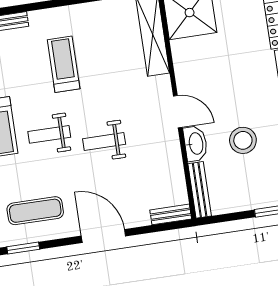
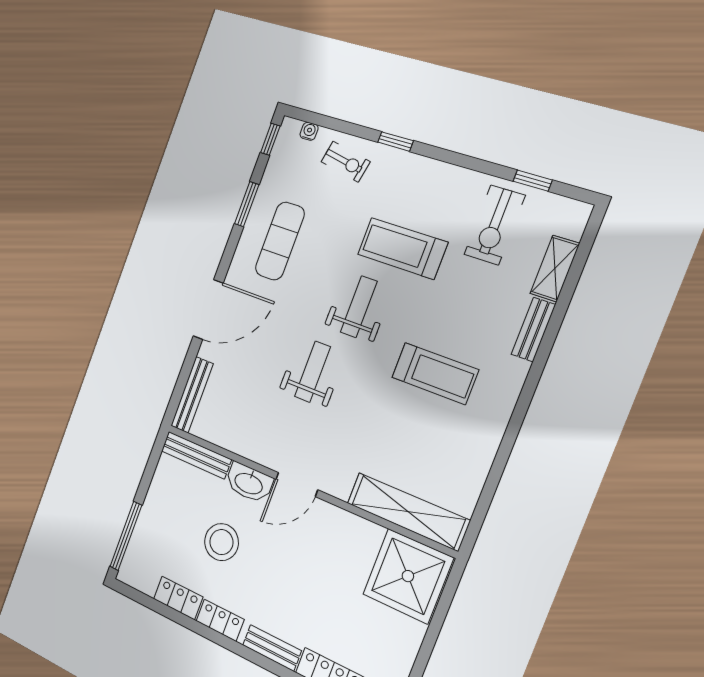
bench: (171, 214) -> (192, 395), width x1.36

